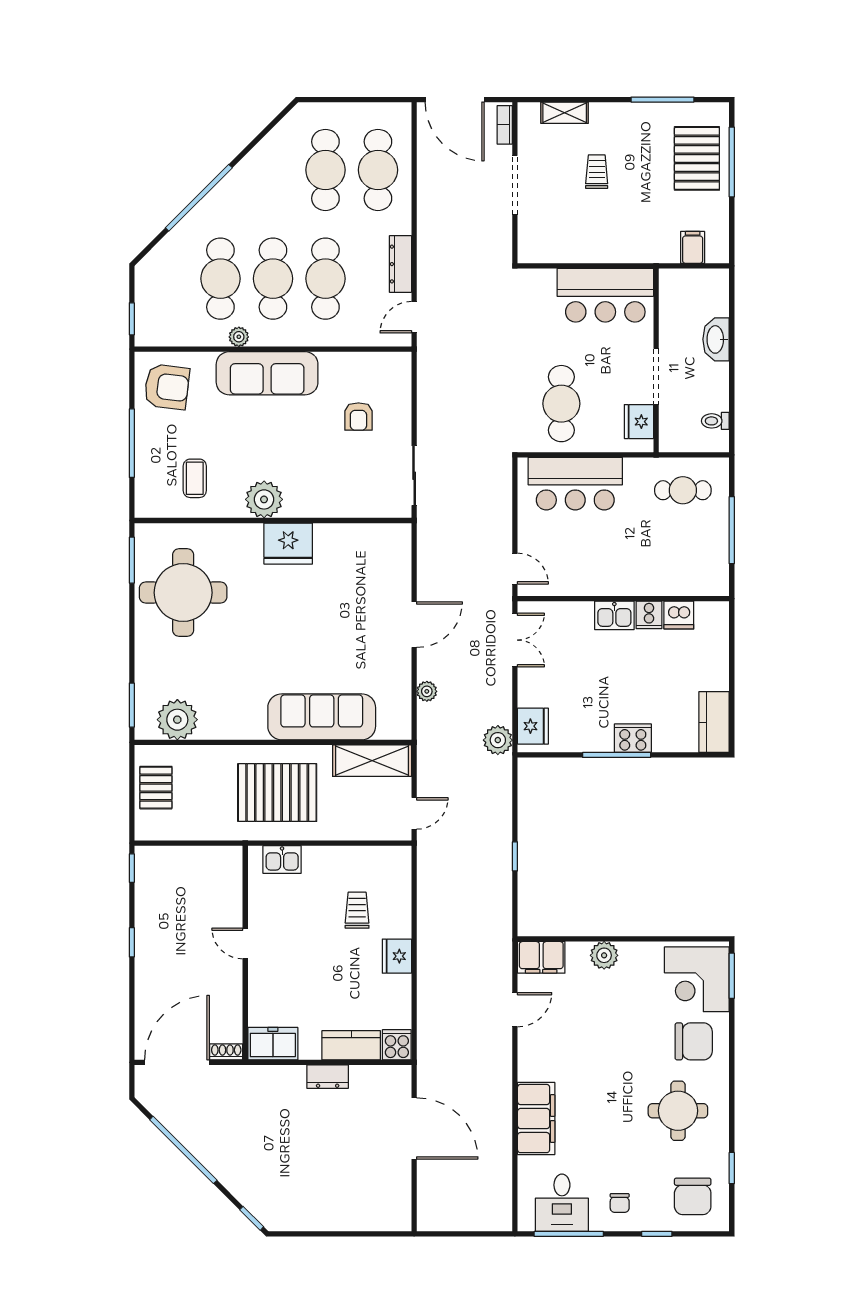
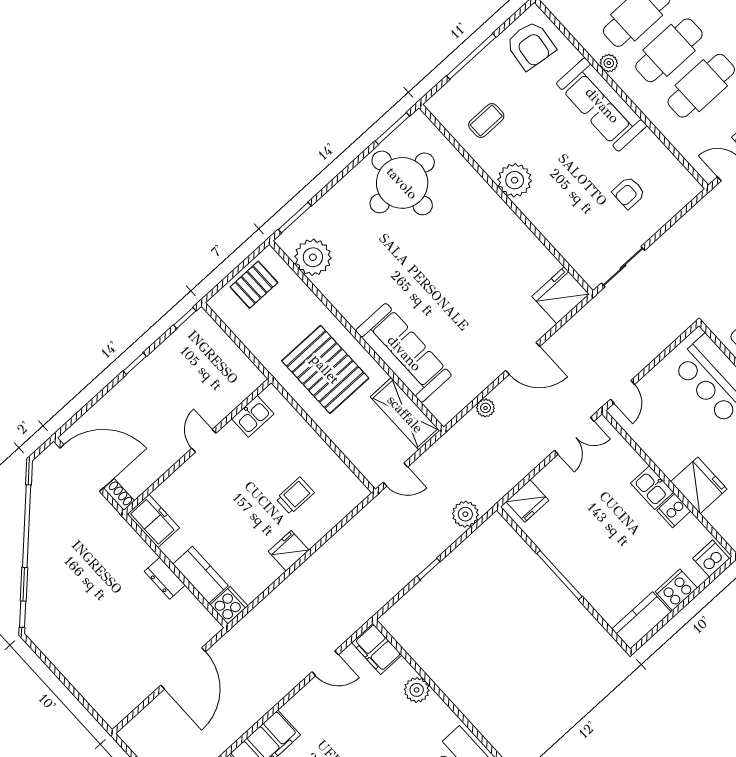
fridge: (288, 544) -> (561, 295), moved, turned 90
fridge: (647, 576) -> (699, 485), added
dishwasher: (679, 615) -> (711, 559), moved, turned 90
cooker: (633, 738) -> (676, 590), moved, turned -90
plant: (498, 740) -> (465, 514), moved
kitchen sink: (282, 860) -> (253, 416), moved, turned -90

